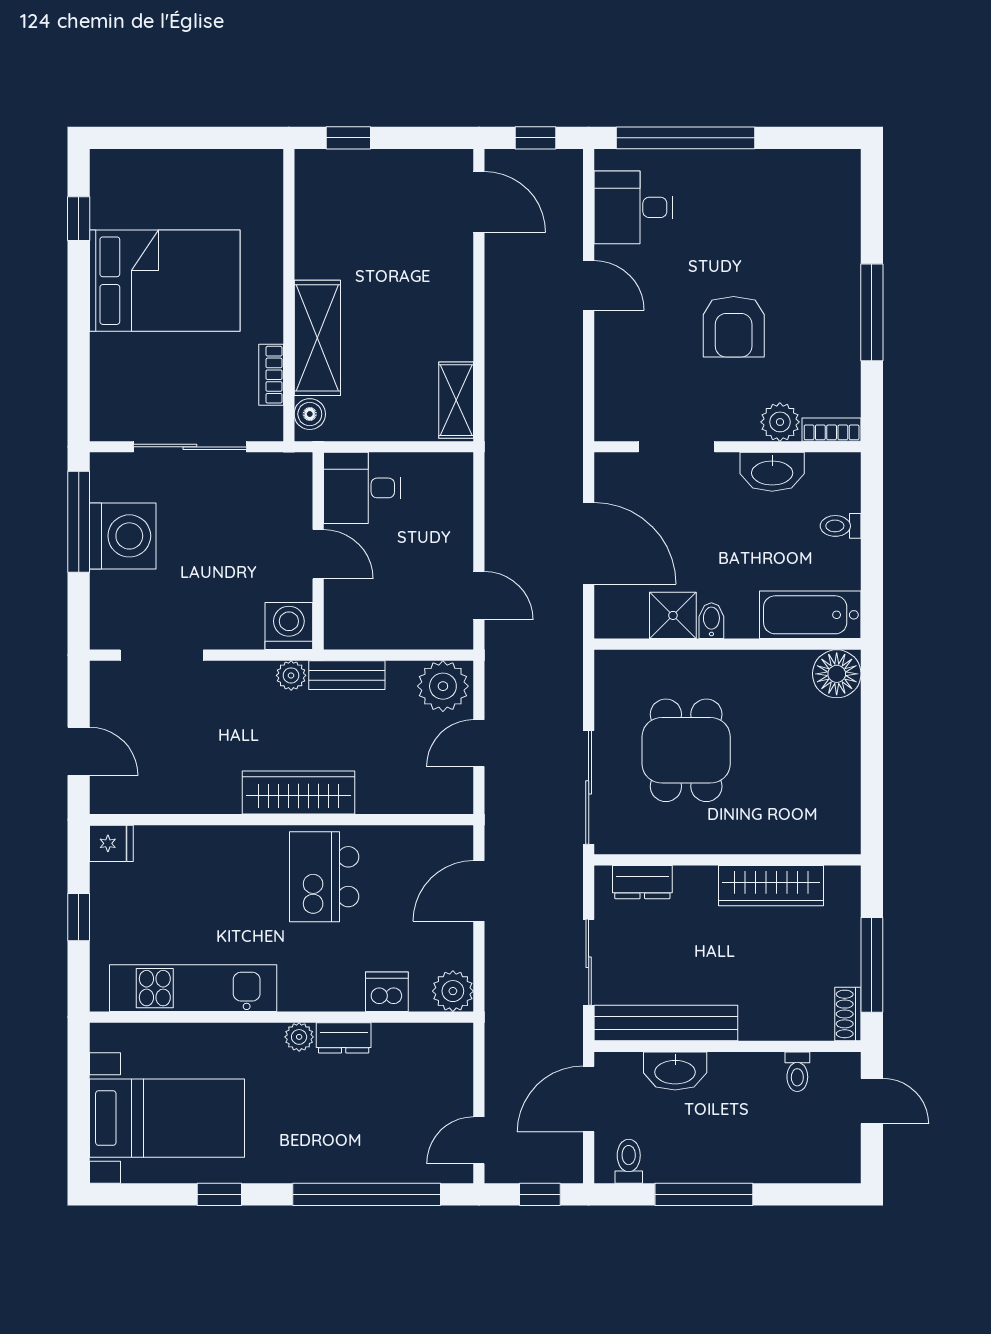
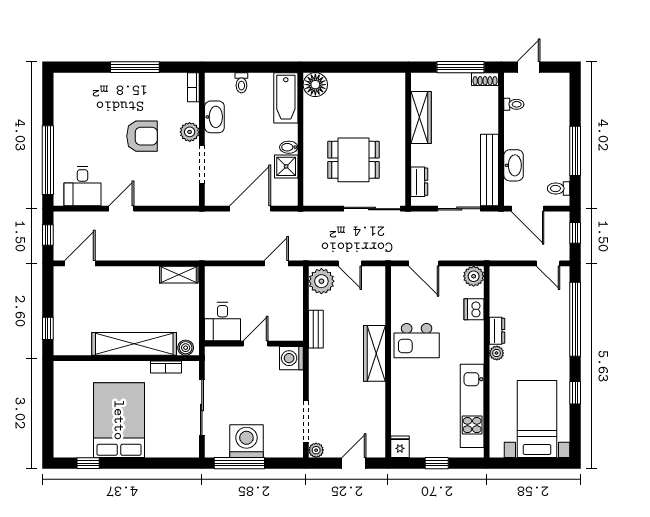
shelving: (317, 338) -> (134, 344), width x1.47
plant: (780, 422) -> (190, 132), moved
plant: (291, 675) -> (316, 450), moved

